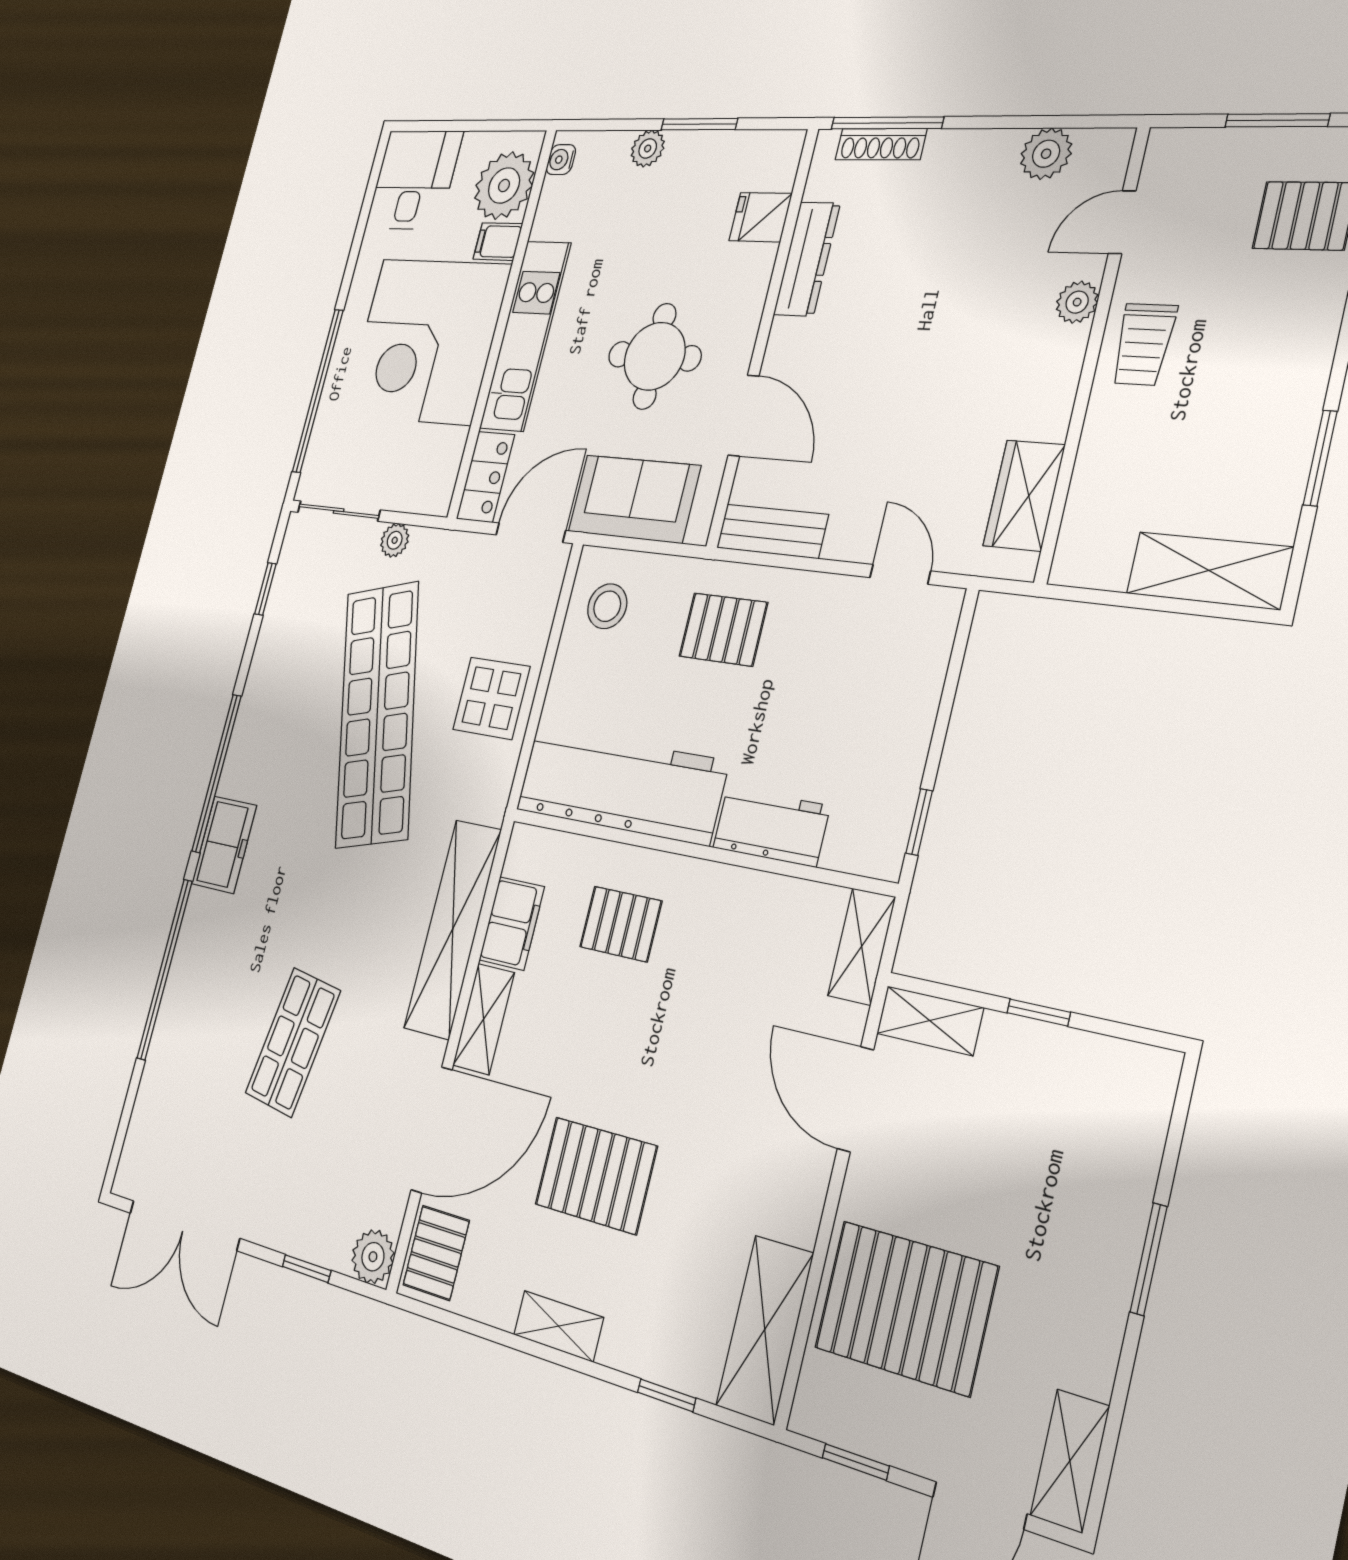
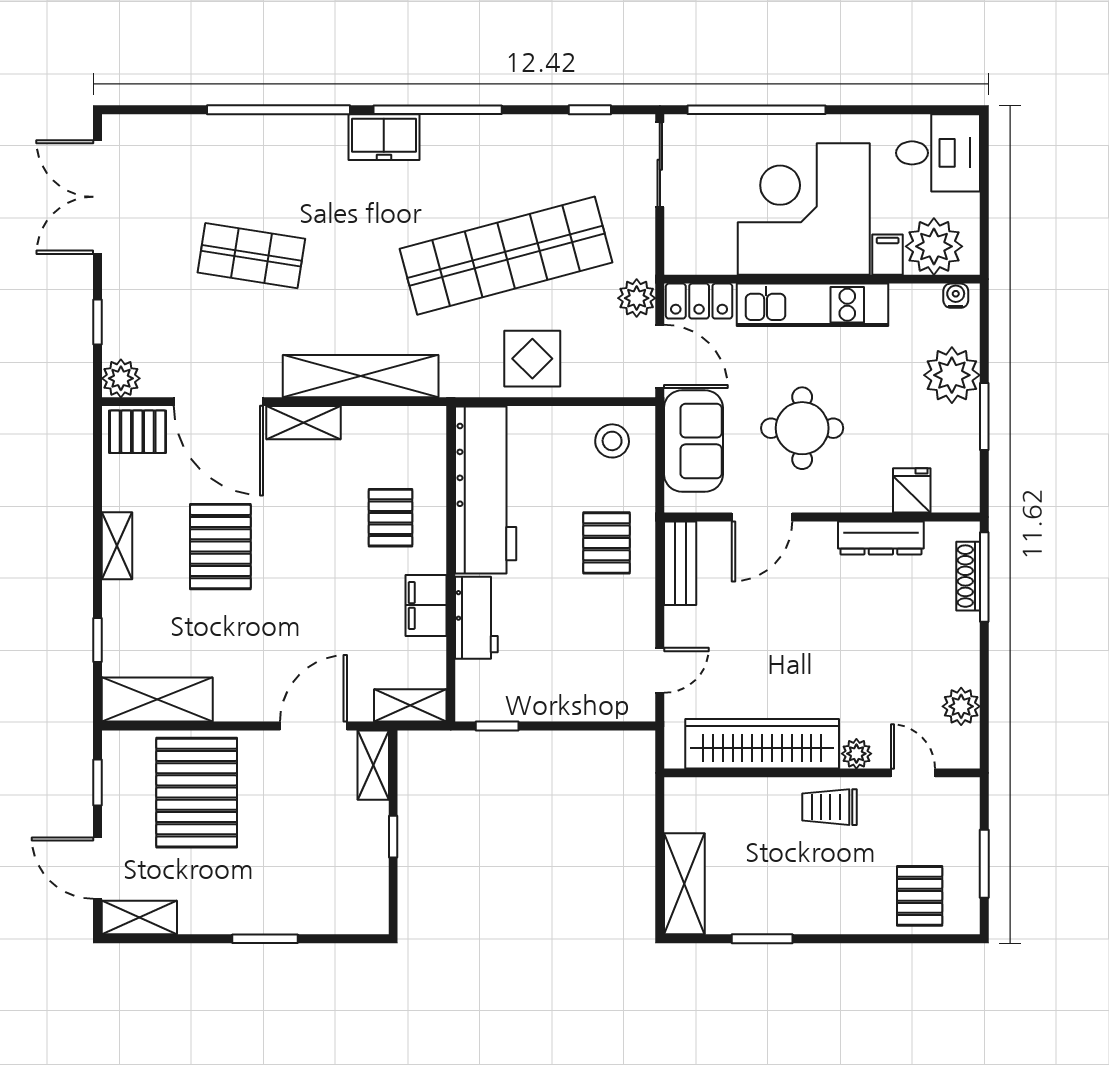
plant: (648, 148) -> (952, 375), width x1.88, depth x1.88
wardrobe: (1024, 495) -> (762, 744), width x2.10, depth x1.17
plant: (395, 540) -> (637, 298), moved, width x1.38, depth x1.38
filing cabinet: (512, 923) -> (426, 605), moved, turned 90

